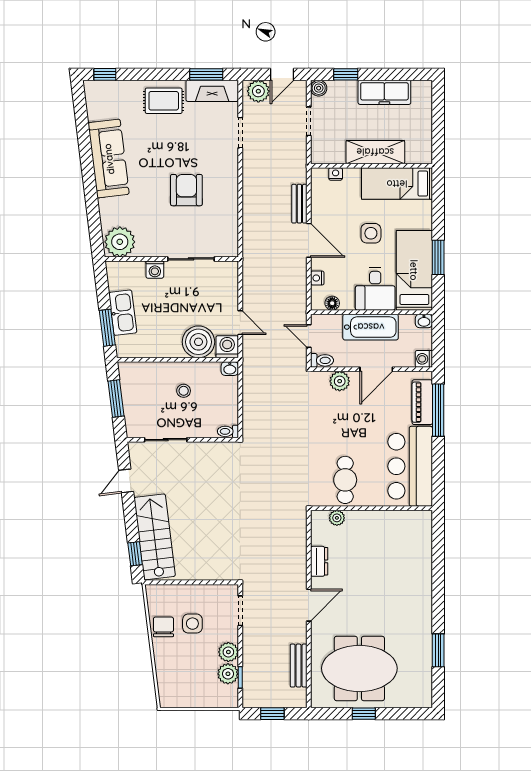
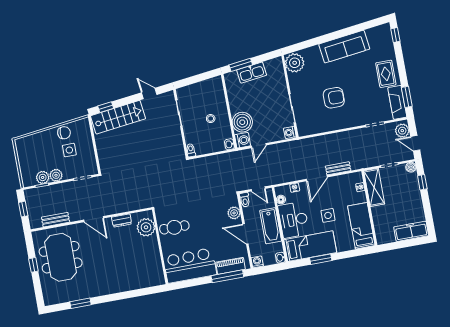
freezer: (384, 92) -> (411, 231), moved, turned 90
shelving: (375, 152) -> (374, 187), moved
washing machine: (155, 270) -> (290, 132), moved
desk: (375, 289) -> (294, 220), width x1.37
door: (309, 336) -> (258, 189), swing flipped
window: (116, 399) -> (198, 78), removed
plant: (337, 518) -> (146, 227), width x1.87, depth x1.87

